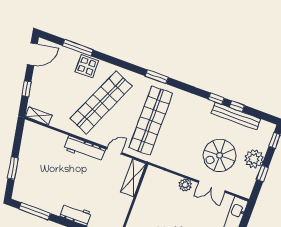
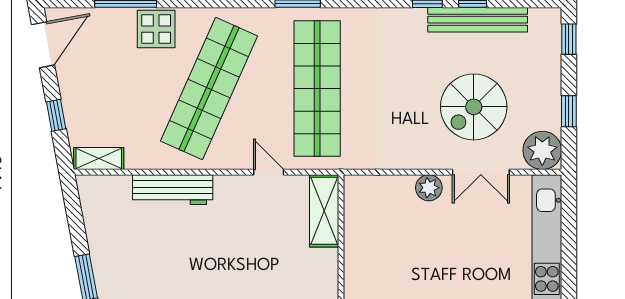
workbench: (85, 149) -> (173, 190), moved
door: (114, 151) -> (269, 172), hinge flipped
plant: (254, 159) -> (542, 150), moved

